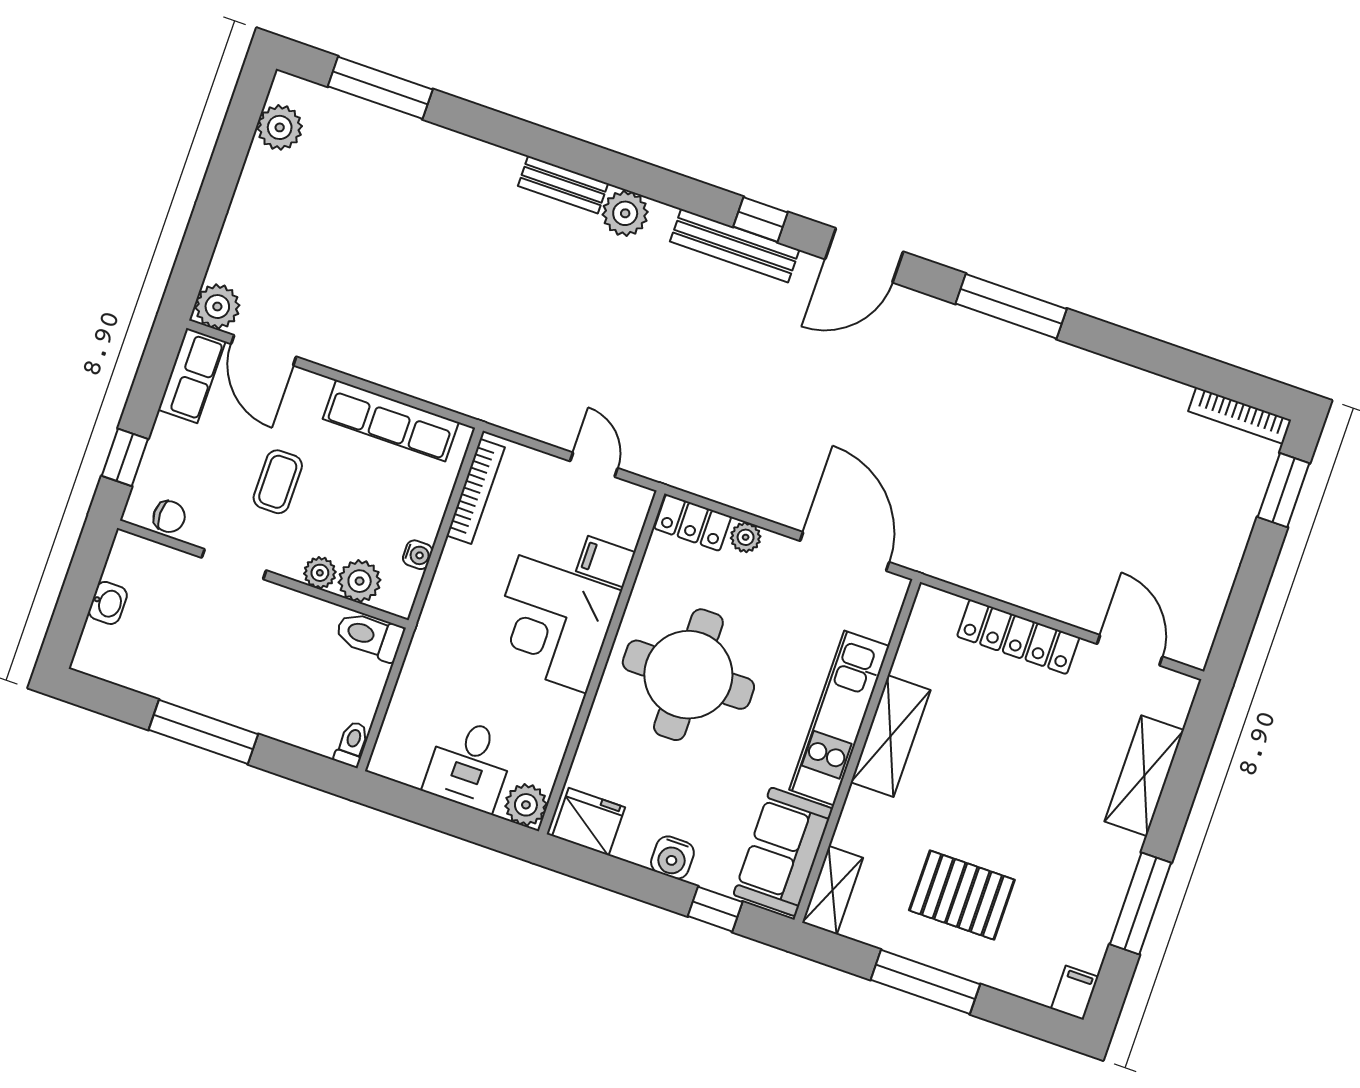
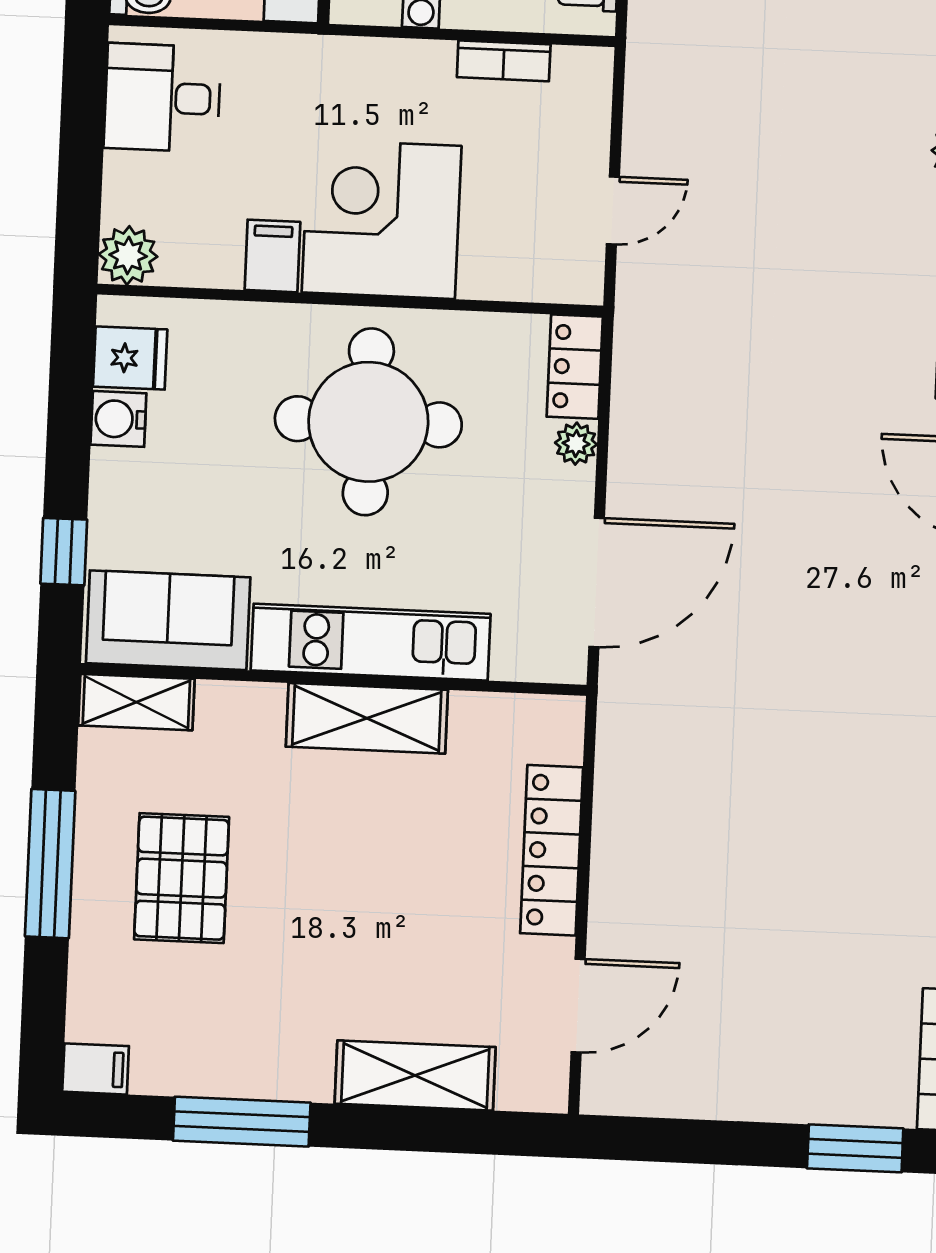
bookcase: (476, 491) -> (504, 61), width x0.64
filing cabinet: (606, 562) -> (272, 256), moved
desk: (470, 765) -> (162, 98), moved
fridge: (589, 822) -> (130, 358), width x0.72
water cooler: (672, 857) -> (118, 419), moved

